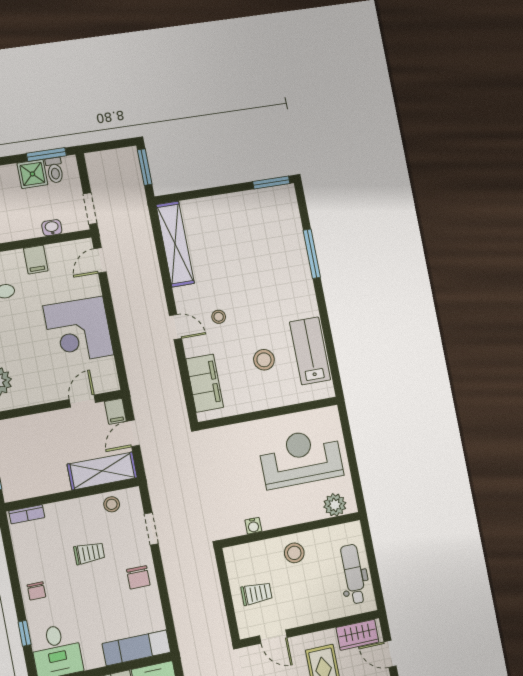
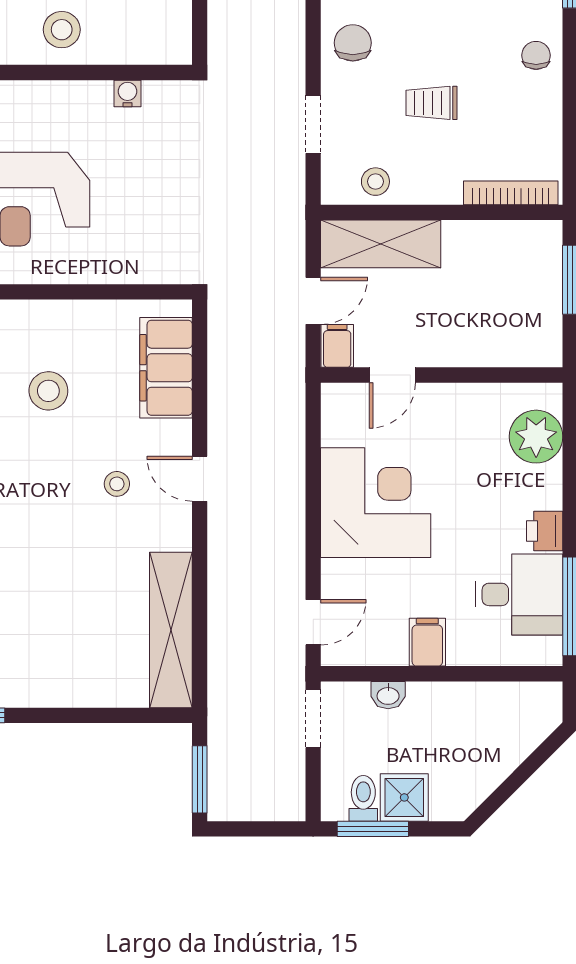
bookcase: (27, 514) -> (511, 193), width x1.56

